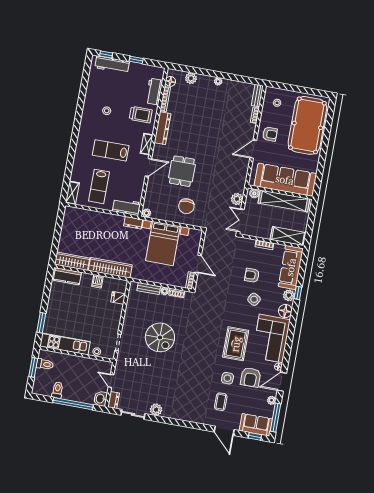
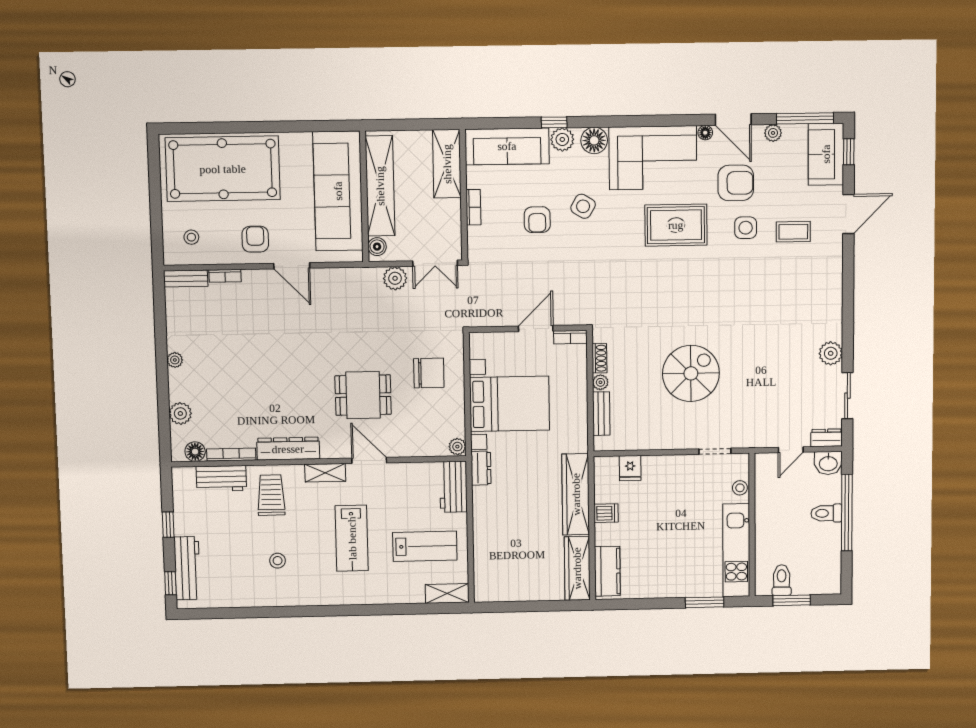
toilet: (57, 390) -> (826, 513), moved

